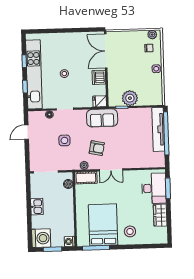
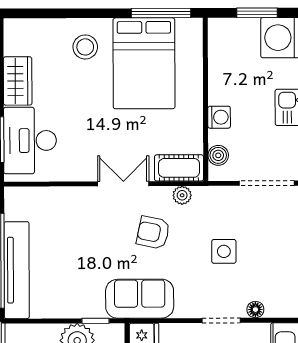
washing machine: (70, 241) -> (219, 117), moved

